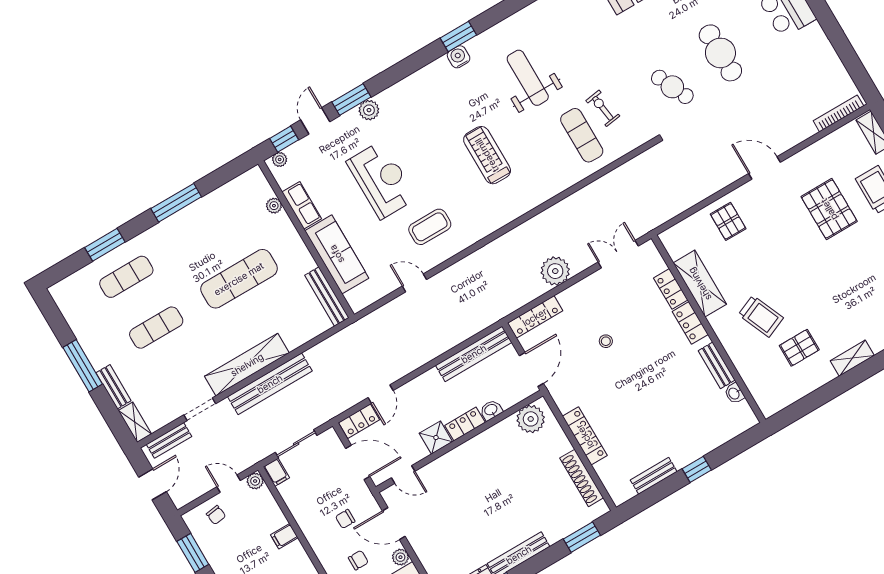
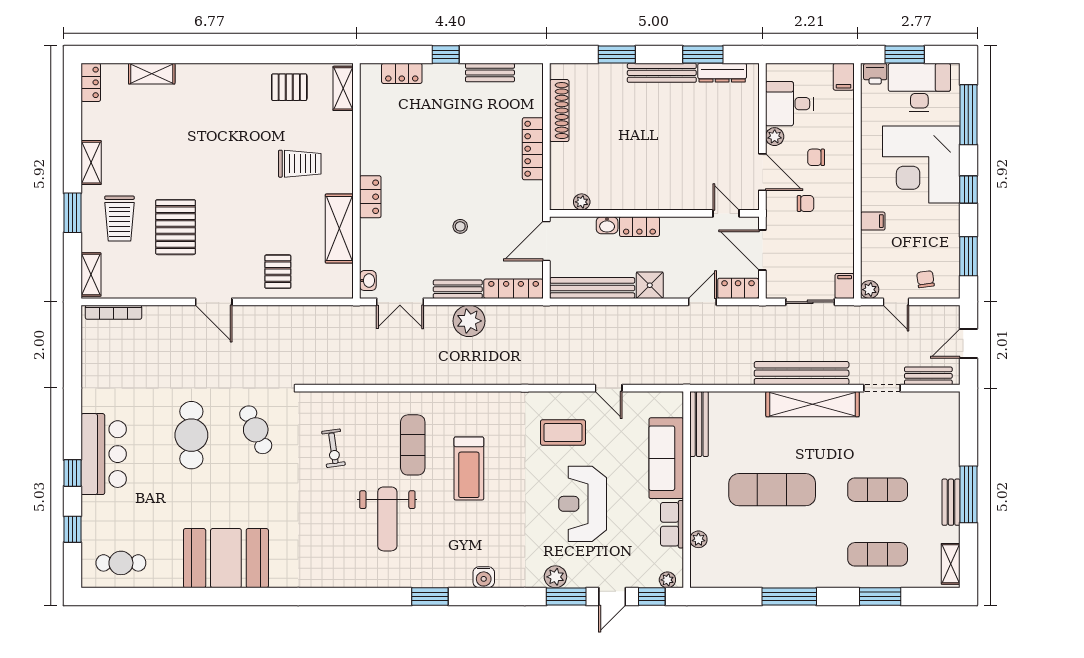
water cooler: (459, 57) -> (484, 577), moved
exercise mat: (582, 135) -> (413, 445), moved
locker: (671, 289) -> (402, 73), moved, turned 90
trolley: (761, 316) -> (300, 164), turned 113
pallet: (799, 348) -> (289, 87), moved
shelving: (852, 358) -> (343, 88), moved, turned 90
bench: (717, 365) -> (458, 289), moved, turned 90
bench: (114, 387) -> (951, 502), moved
washbasin: (734, 393) -> (368, 281), moved
plant: (531, 419) -> (582, 202), width x0.53, depth x0.53
shelving: (135, 422) -> (951, 564), moved
shower: (436, 438) -> (650, 285), moved
window: (582, 537) -> (617, 55), moved

